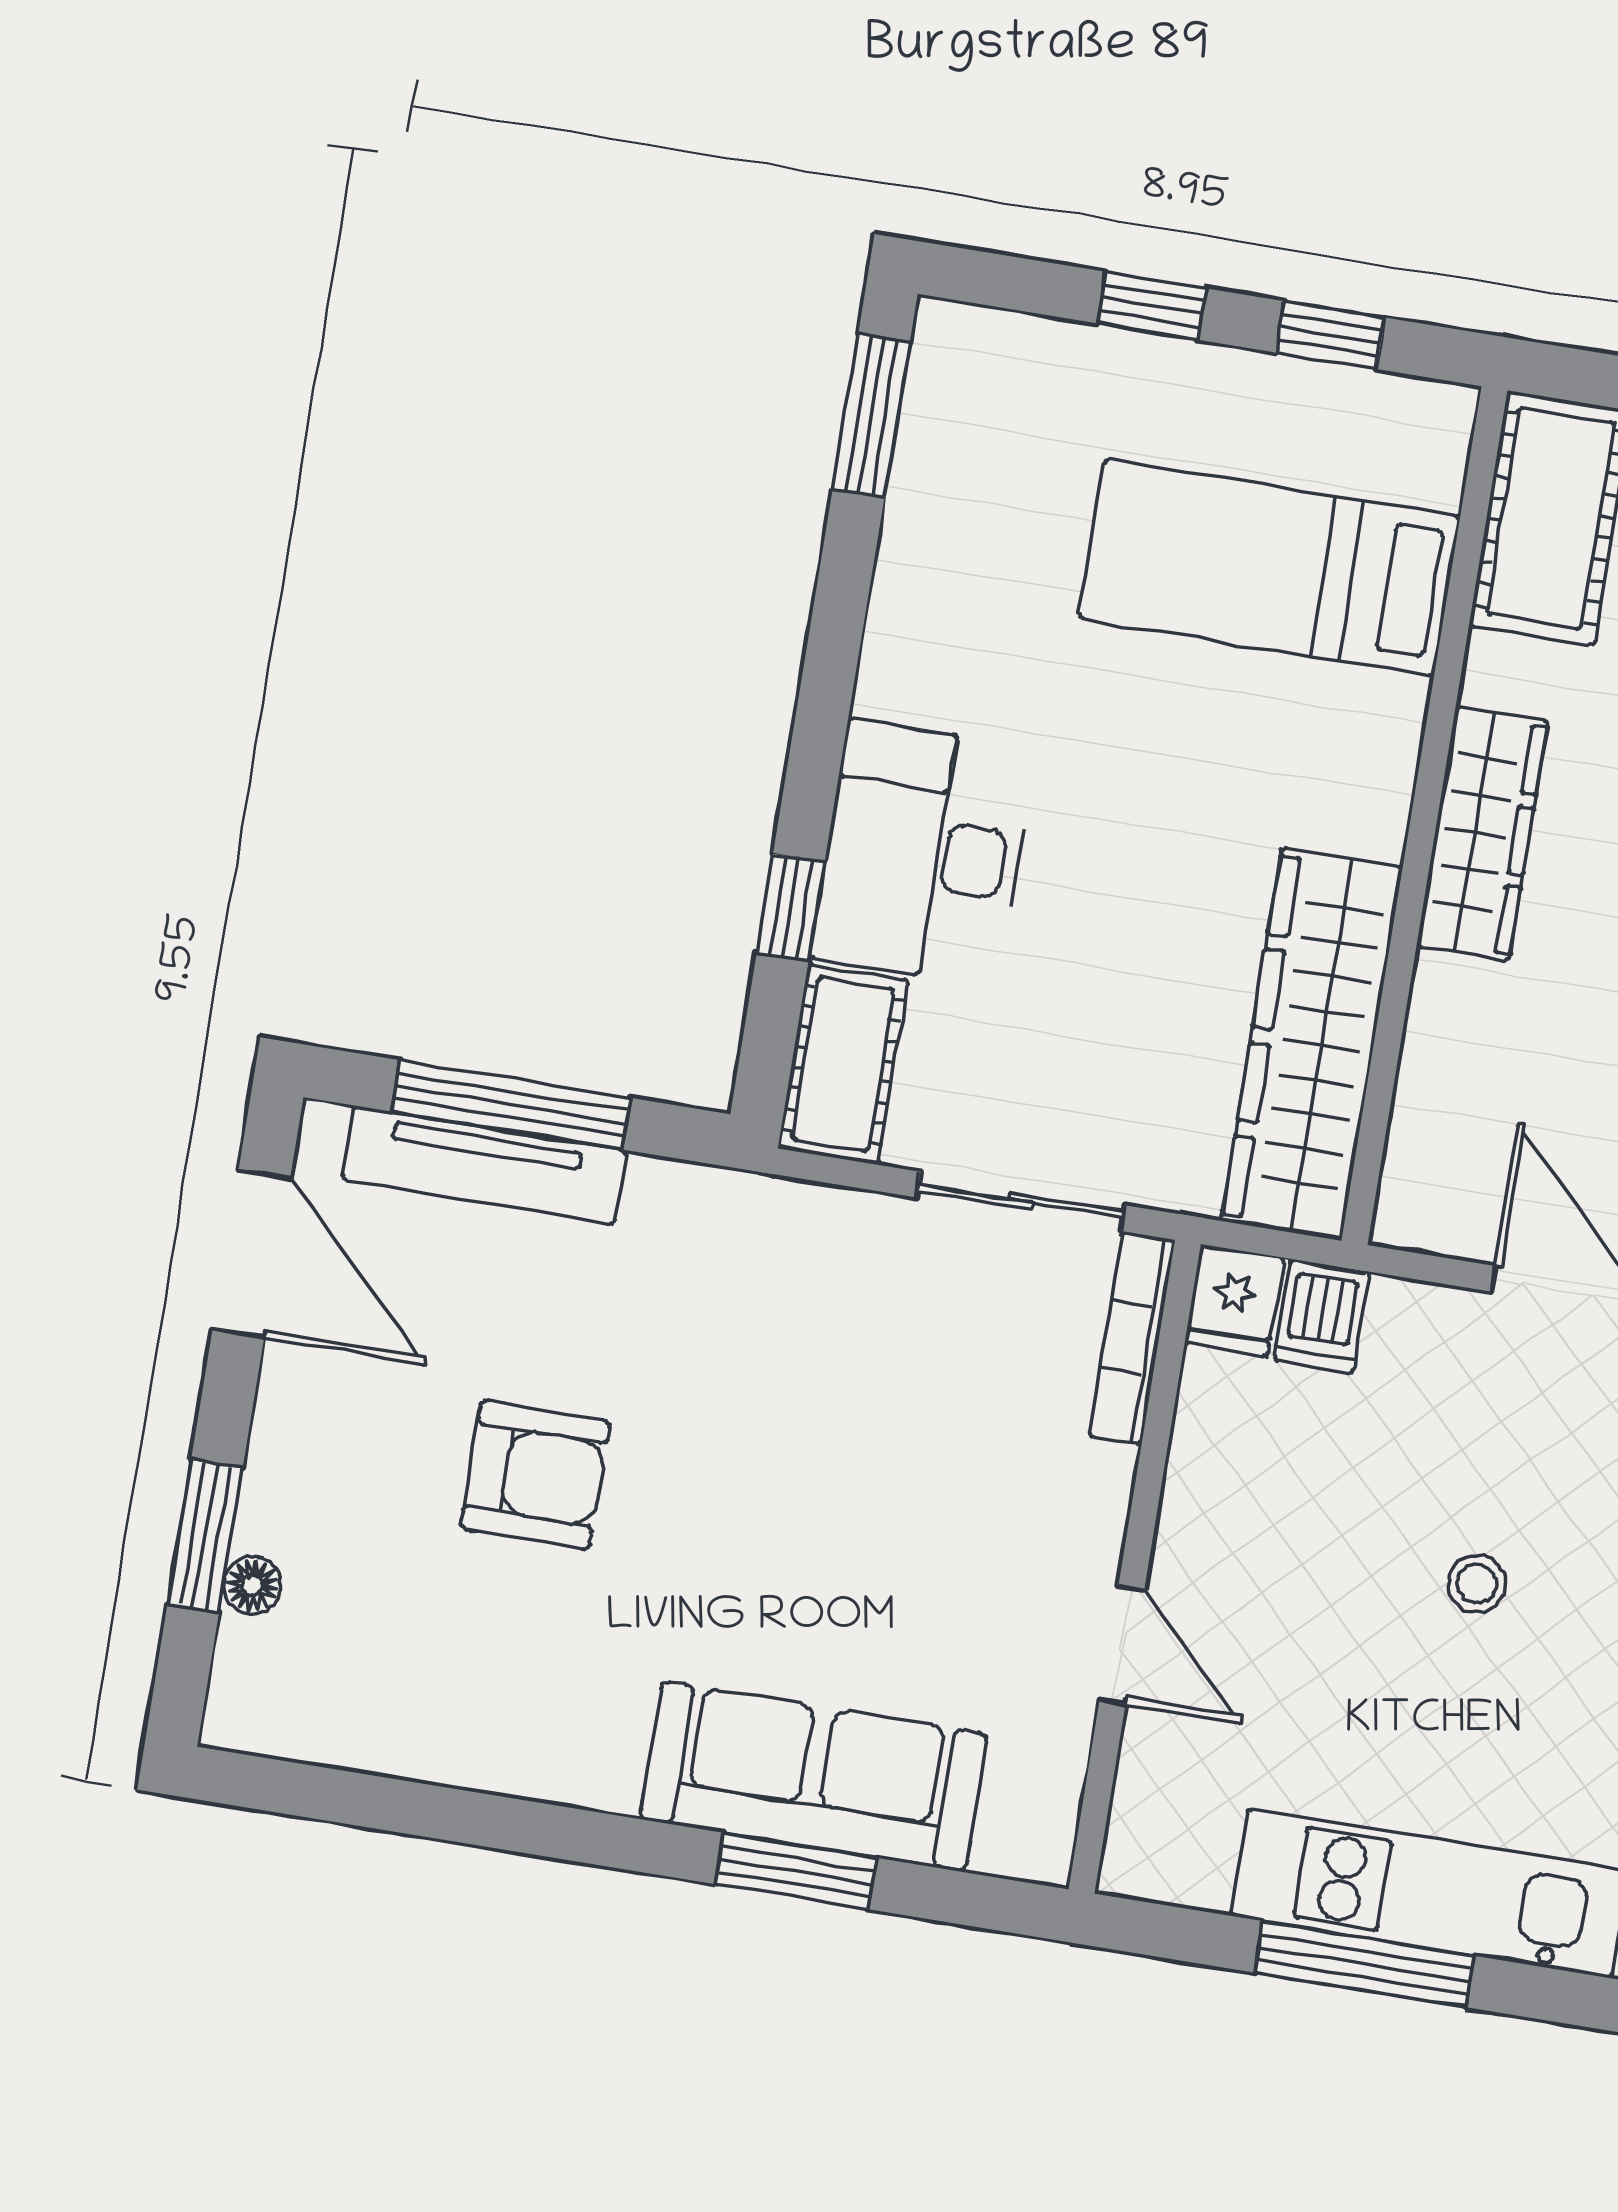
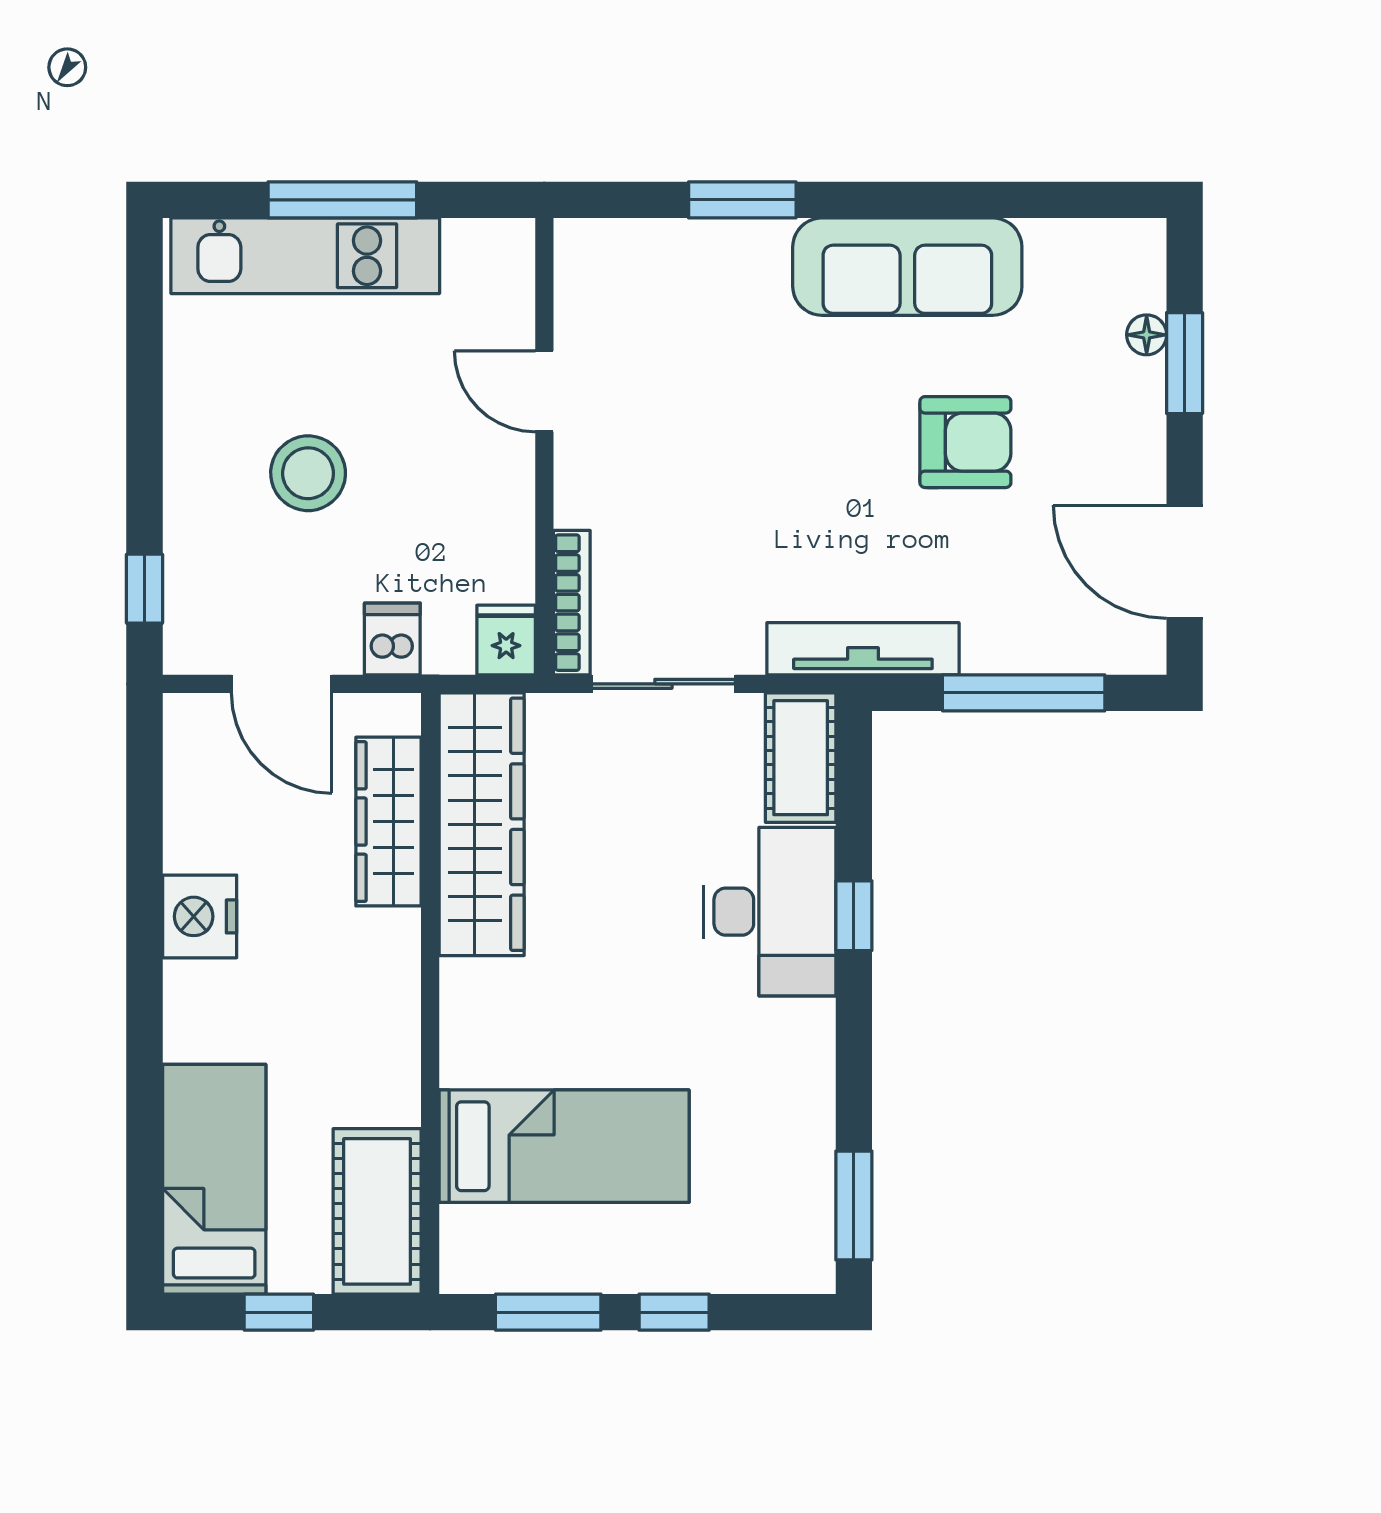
window: (1331, 335) -> (548, 1312), width x1.50
wardrobe: (1482, 834) -> (388, 822), moved
window: (791, 908) -> (854, 916), moved
tv unit: (484, 1165) -> (863, 649), moved
dishwasher: (1322, 1316) -> (392, 639), moved
armchair: (535, 1475) -> (965, 442), turned 180
stool: (1477, 1584) -> (308, 473), width x1.89, depth x1.89
sofa: (813, 1777) -> (907, 267), moved

